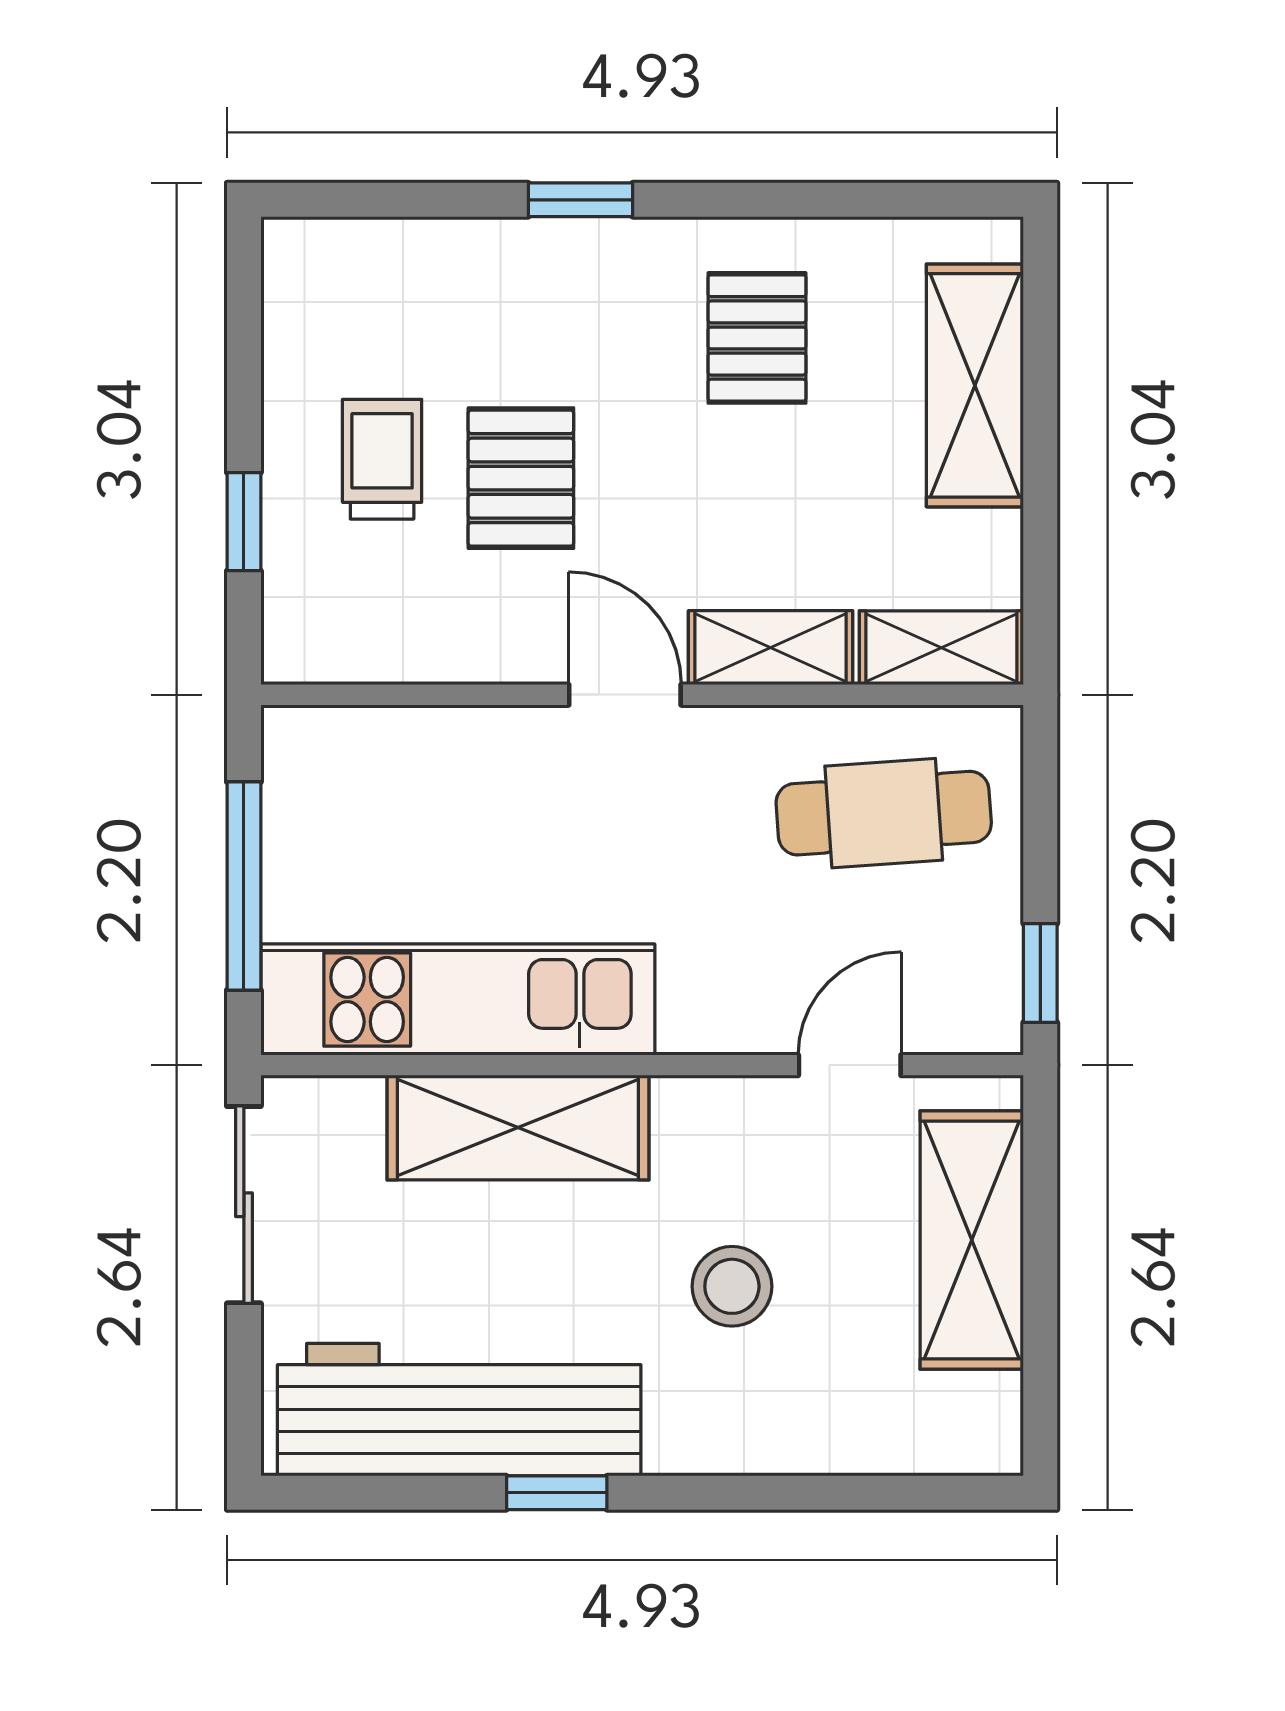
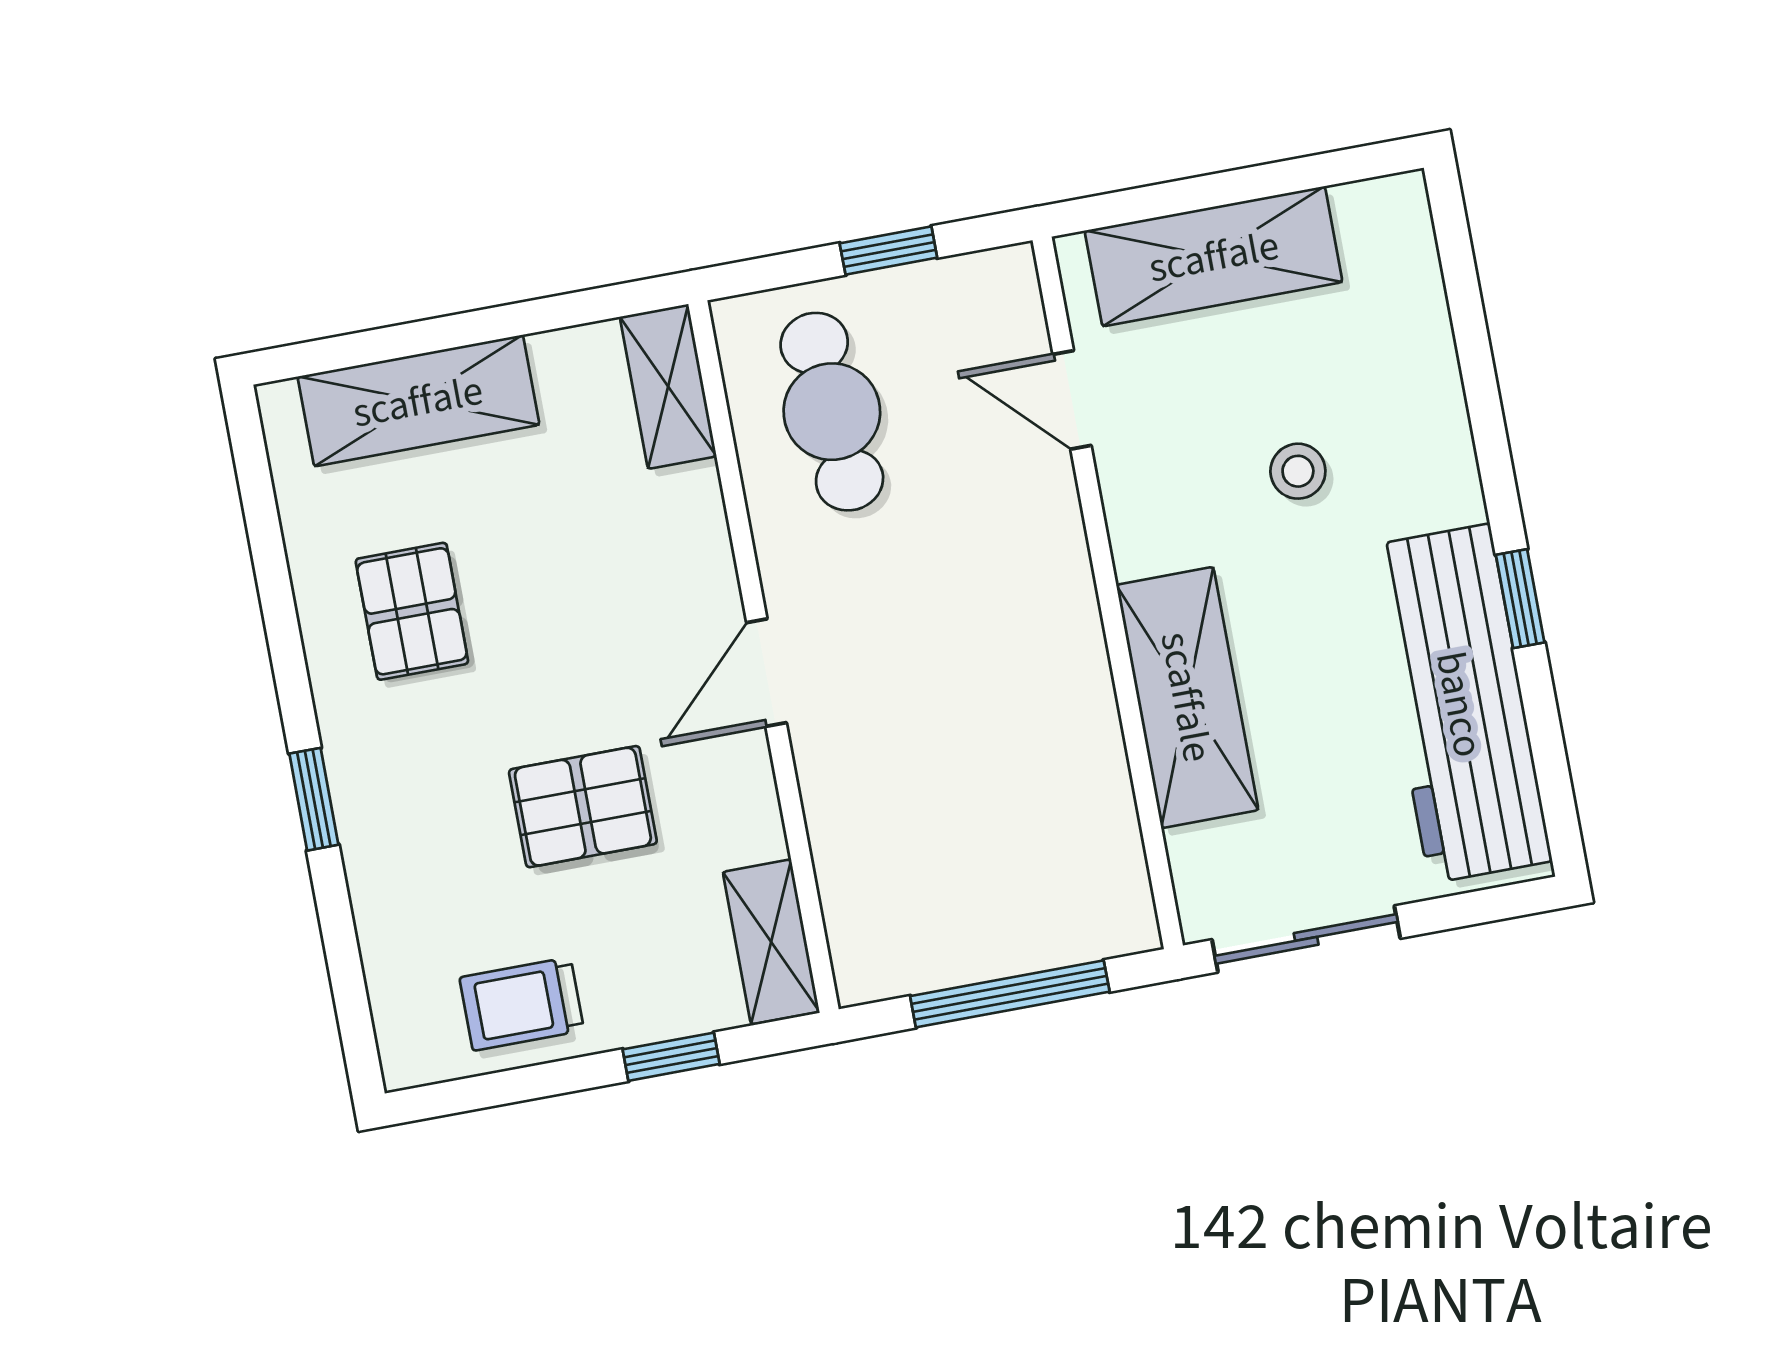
pallet: (757, 338) -> (412, 611), turned 90
trolley: (382, 459) -> (522, 1004), moved
shelving: (771, 648) -> (771, 942), moved
window: (1040, 973) -> (888, 251), moved
kitchen unit: (458, 1000) -> (1079, 775), removed
stool: (732, 1286) -> (1298, 471), width x0.73, depth x0.73

